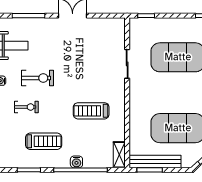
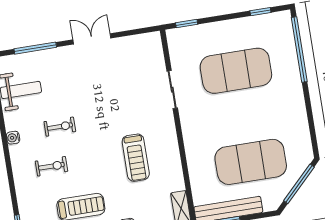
exercise bike: (38, 78) -> (60, 127), width x0.73, depth x0.72
treadmill: (91, 111) -> (136, 158), turned -90

